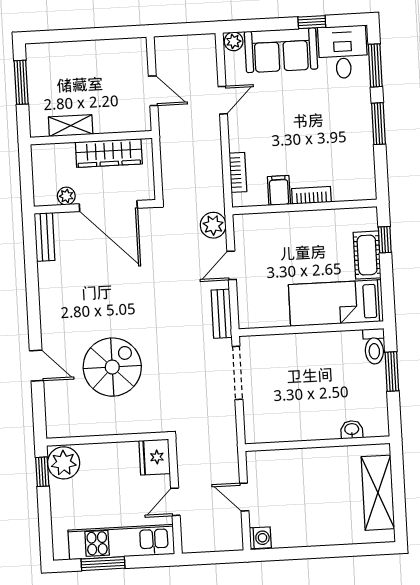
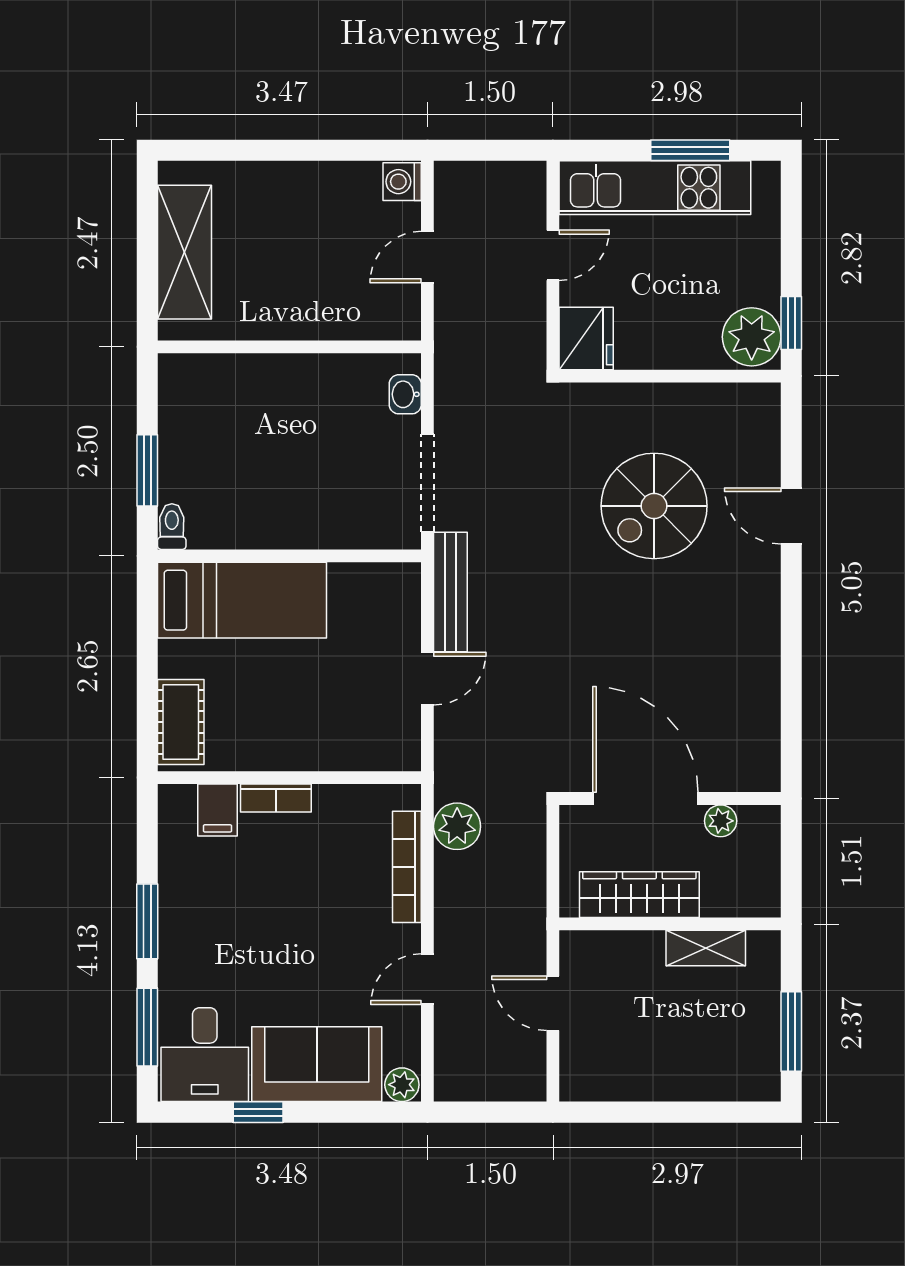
bookcase: (238, 172) -> (407, 867), width x1.56
filing cabinet: (279, 190) -> (218, 810), moved
plant: (213, 225) -> (457, 826), moved
bench: (45, 237) -> (764, 749), removed
window: (385, 240) -> (147, 710), removed
cot: (367, 255) -> (181, 722), moved
bench: (222, 314) -> (450, 592), width x1.36
toilet: (374, 346) -> (172, 527), width x0.73, depth x0.72
washbasin: (352, 430) -> (405, 394), moved, turned 90
door: (244, 497) -> (427, 257), swing flipped

